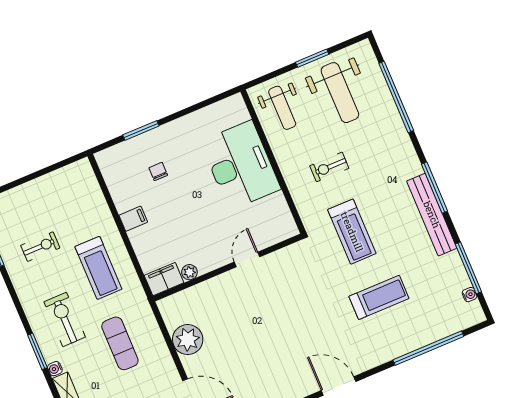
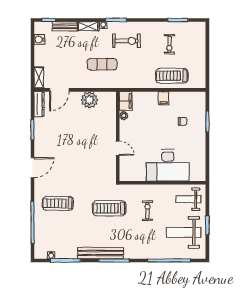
treadmill: (98, 268) -> (172, 76), moved
treadmill: (379, 297) -> (58, 203), moved, turned 90

